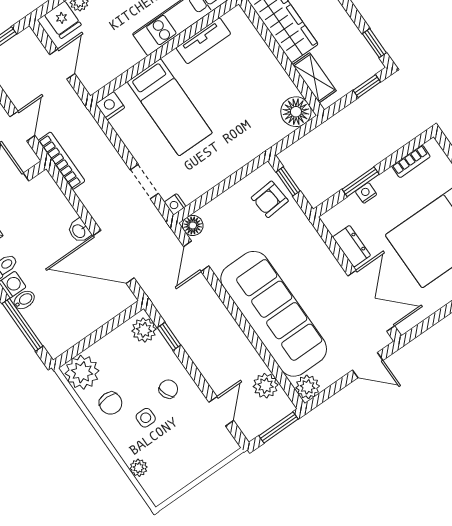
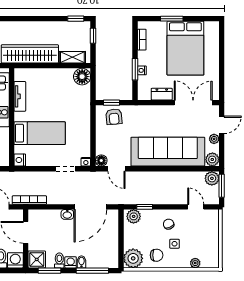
plant: (340, 369) -> (214, 139), added
plant: (266, 386) -> (212, 178), moved

